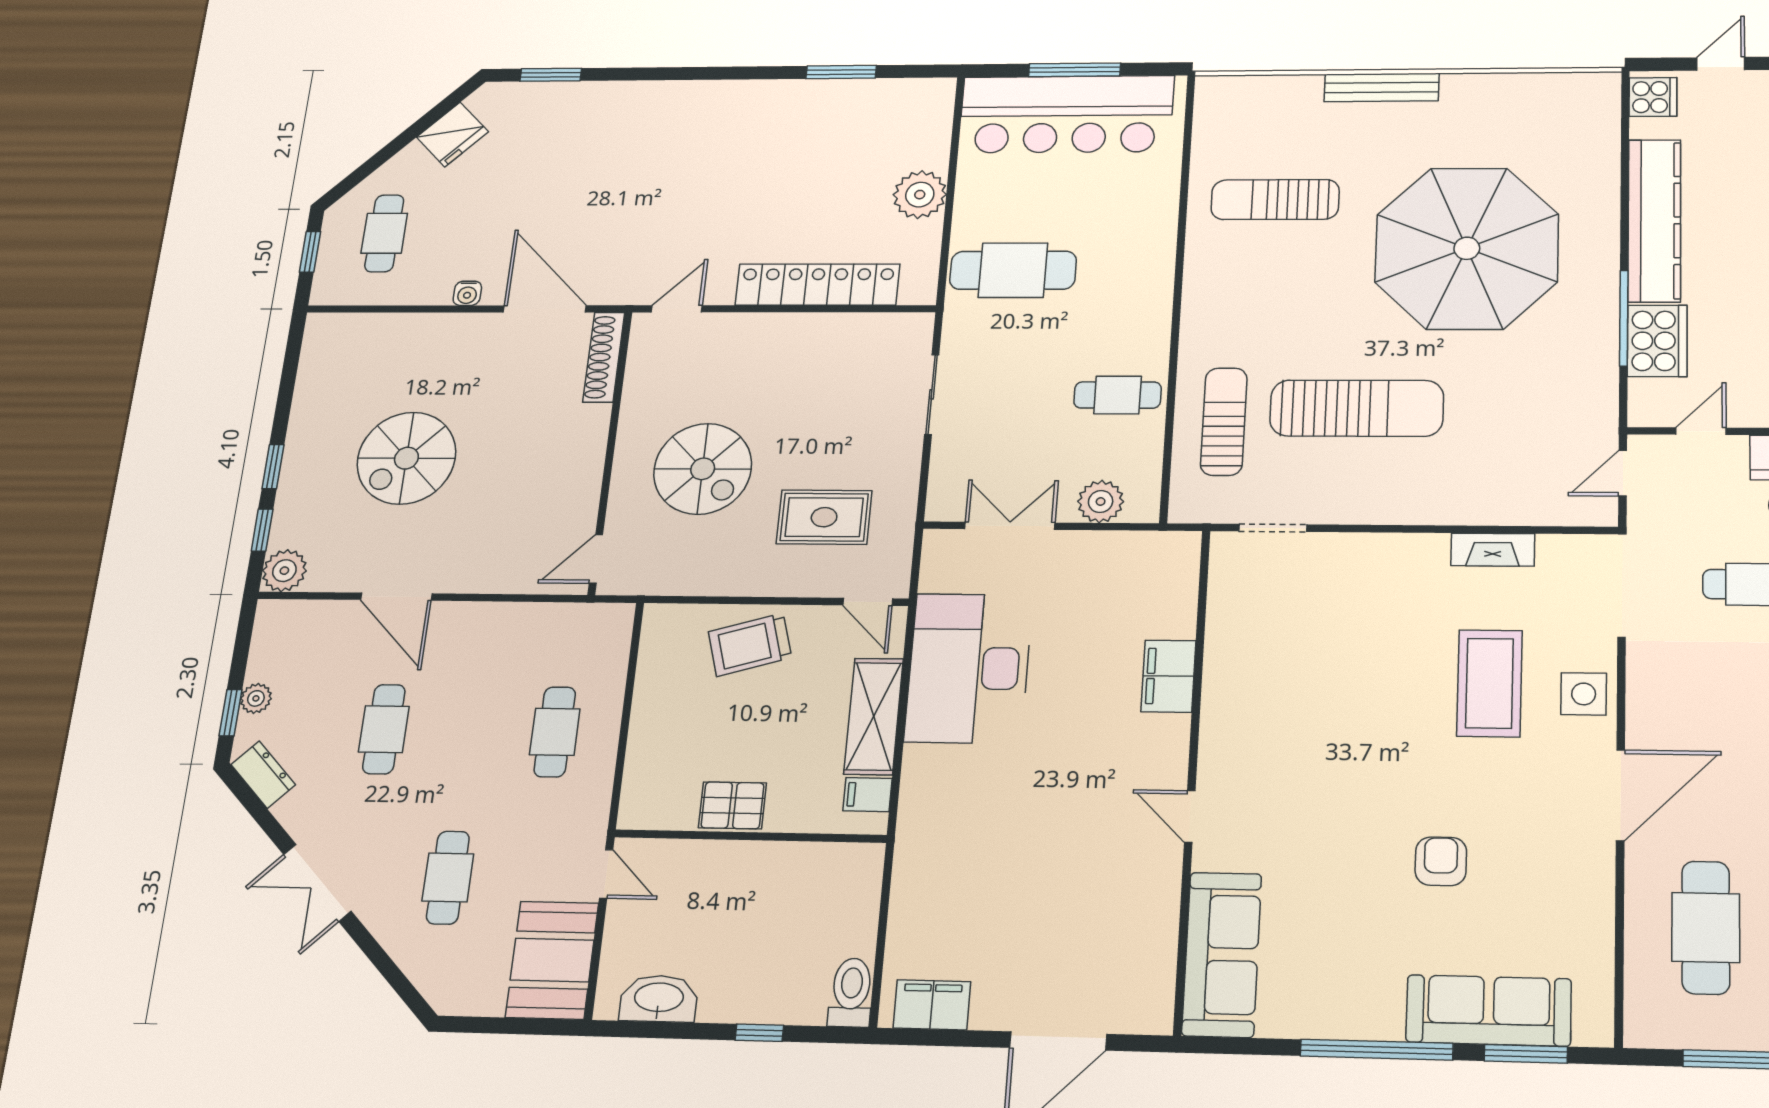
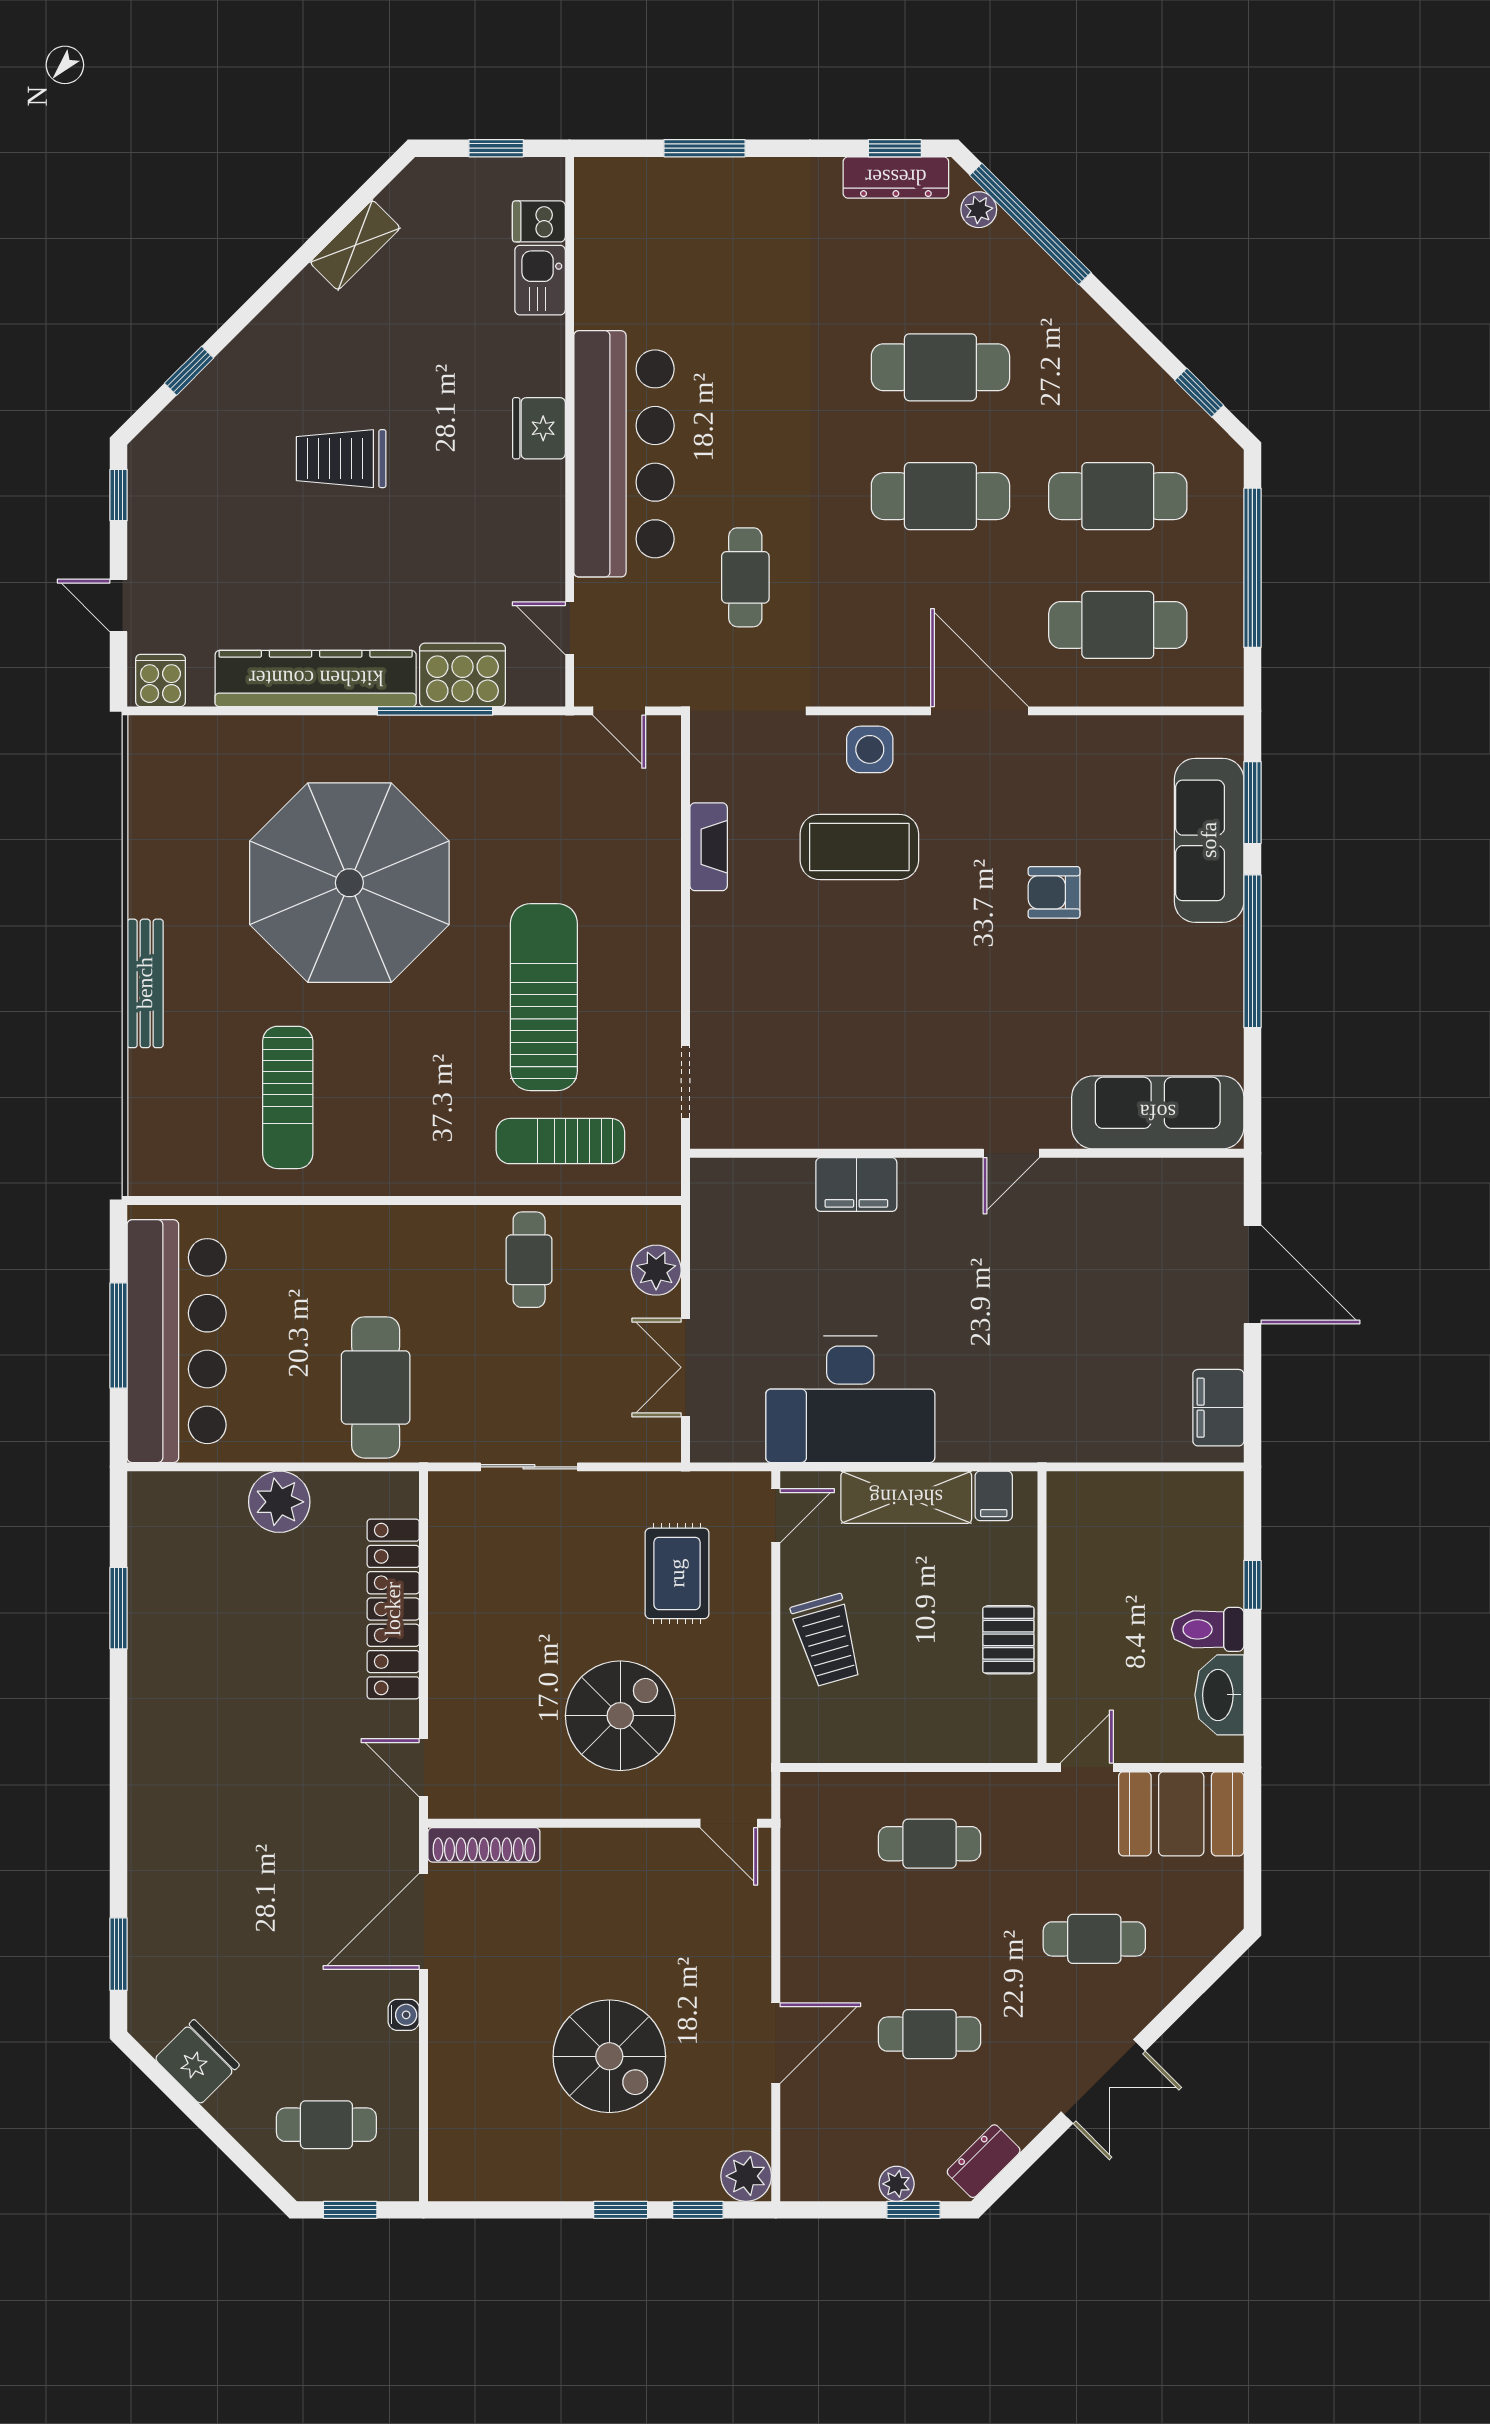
toilet: (851, 993) -> (1208, 1629), moved

